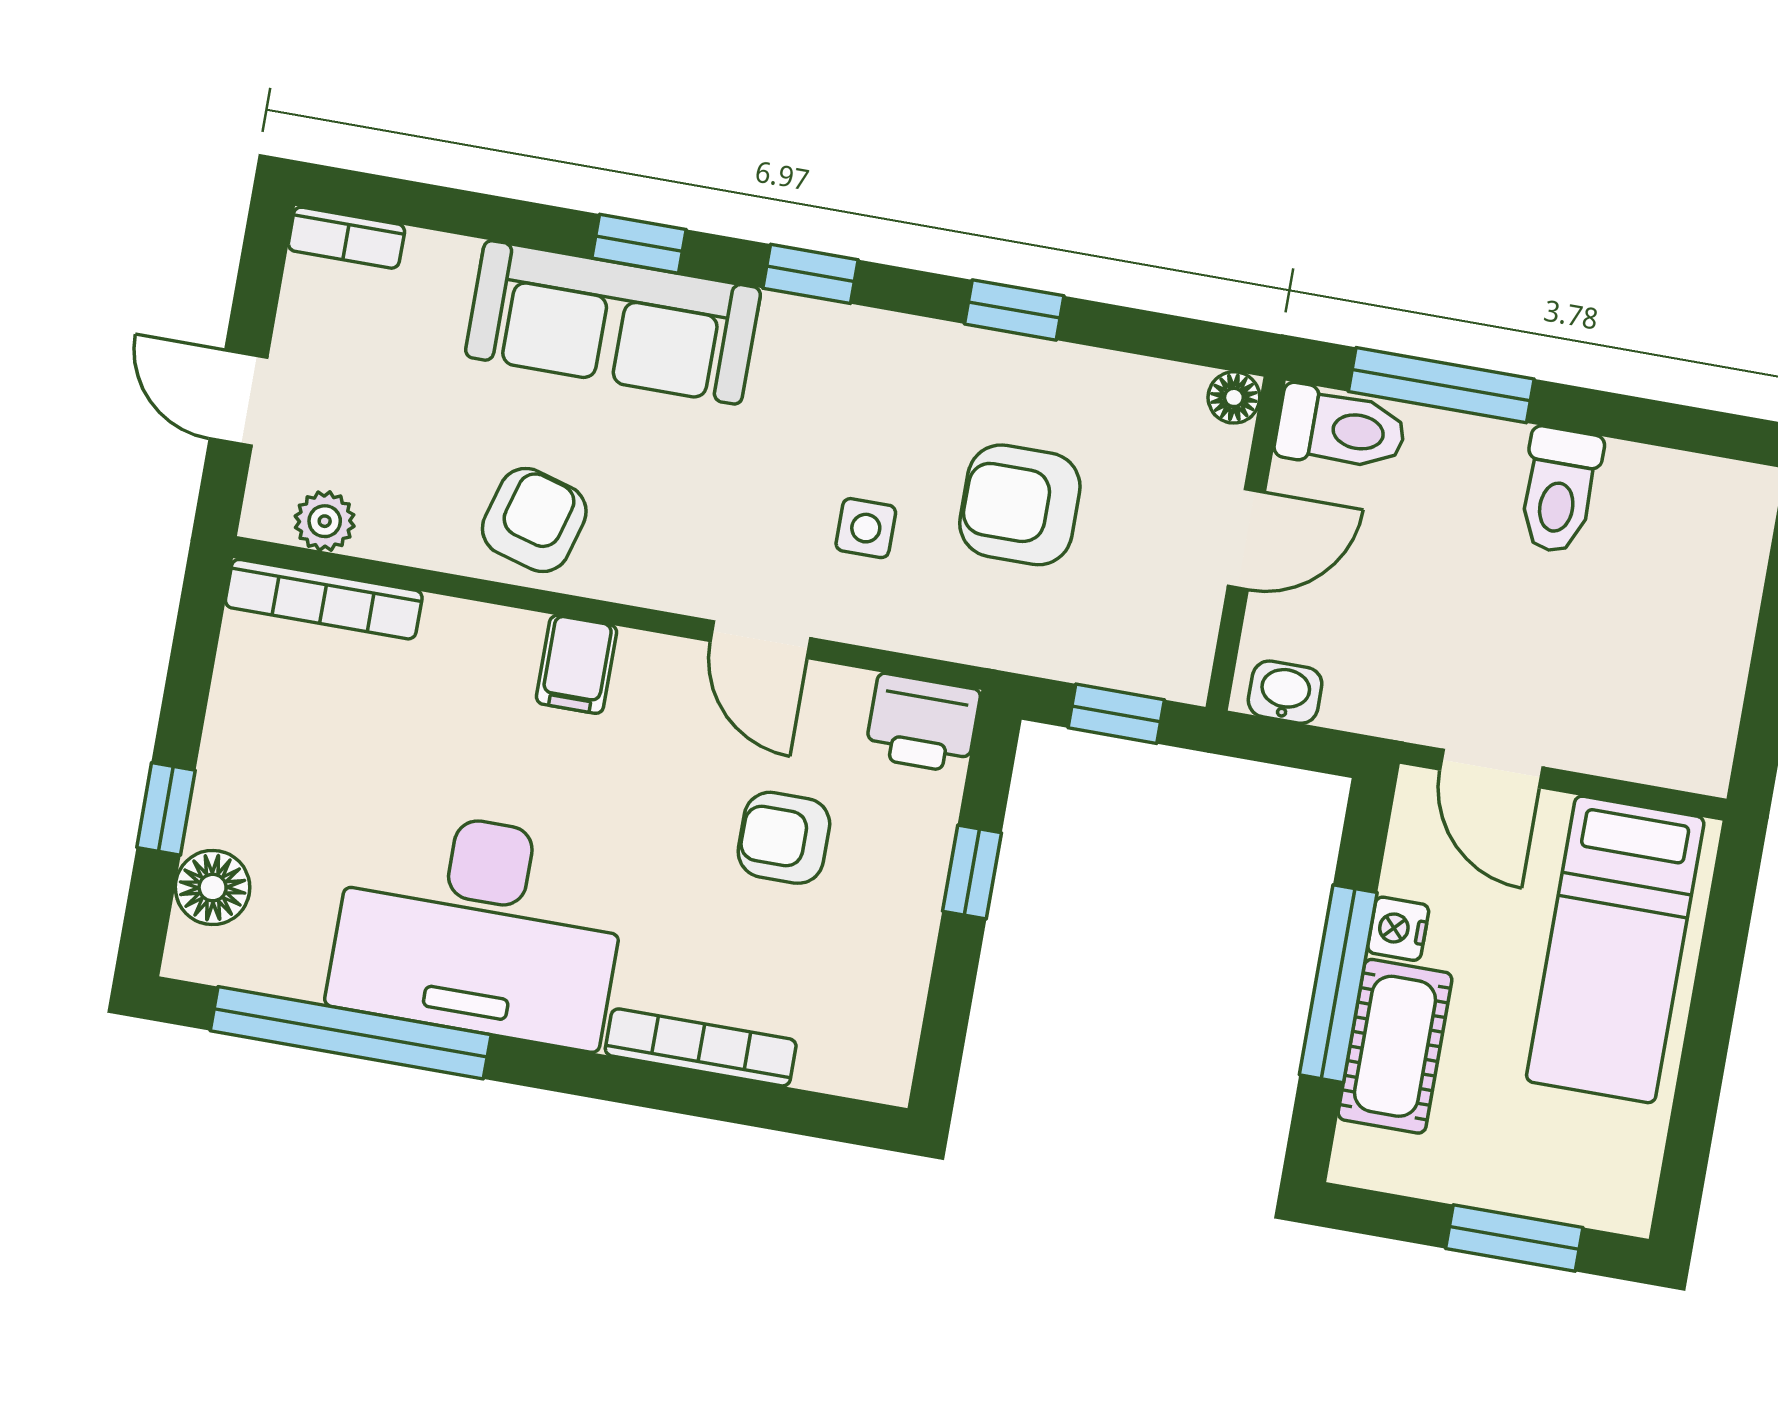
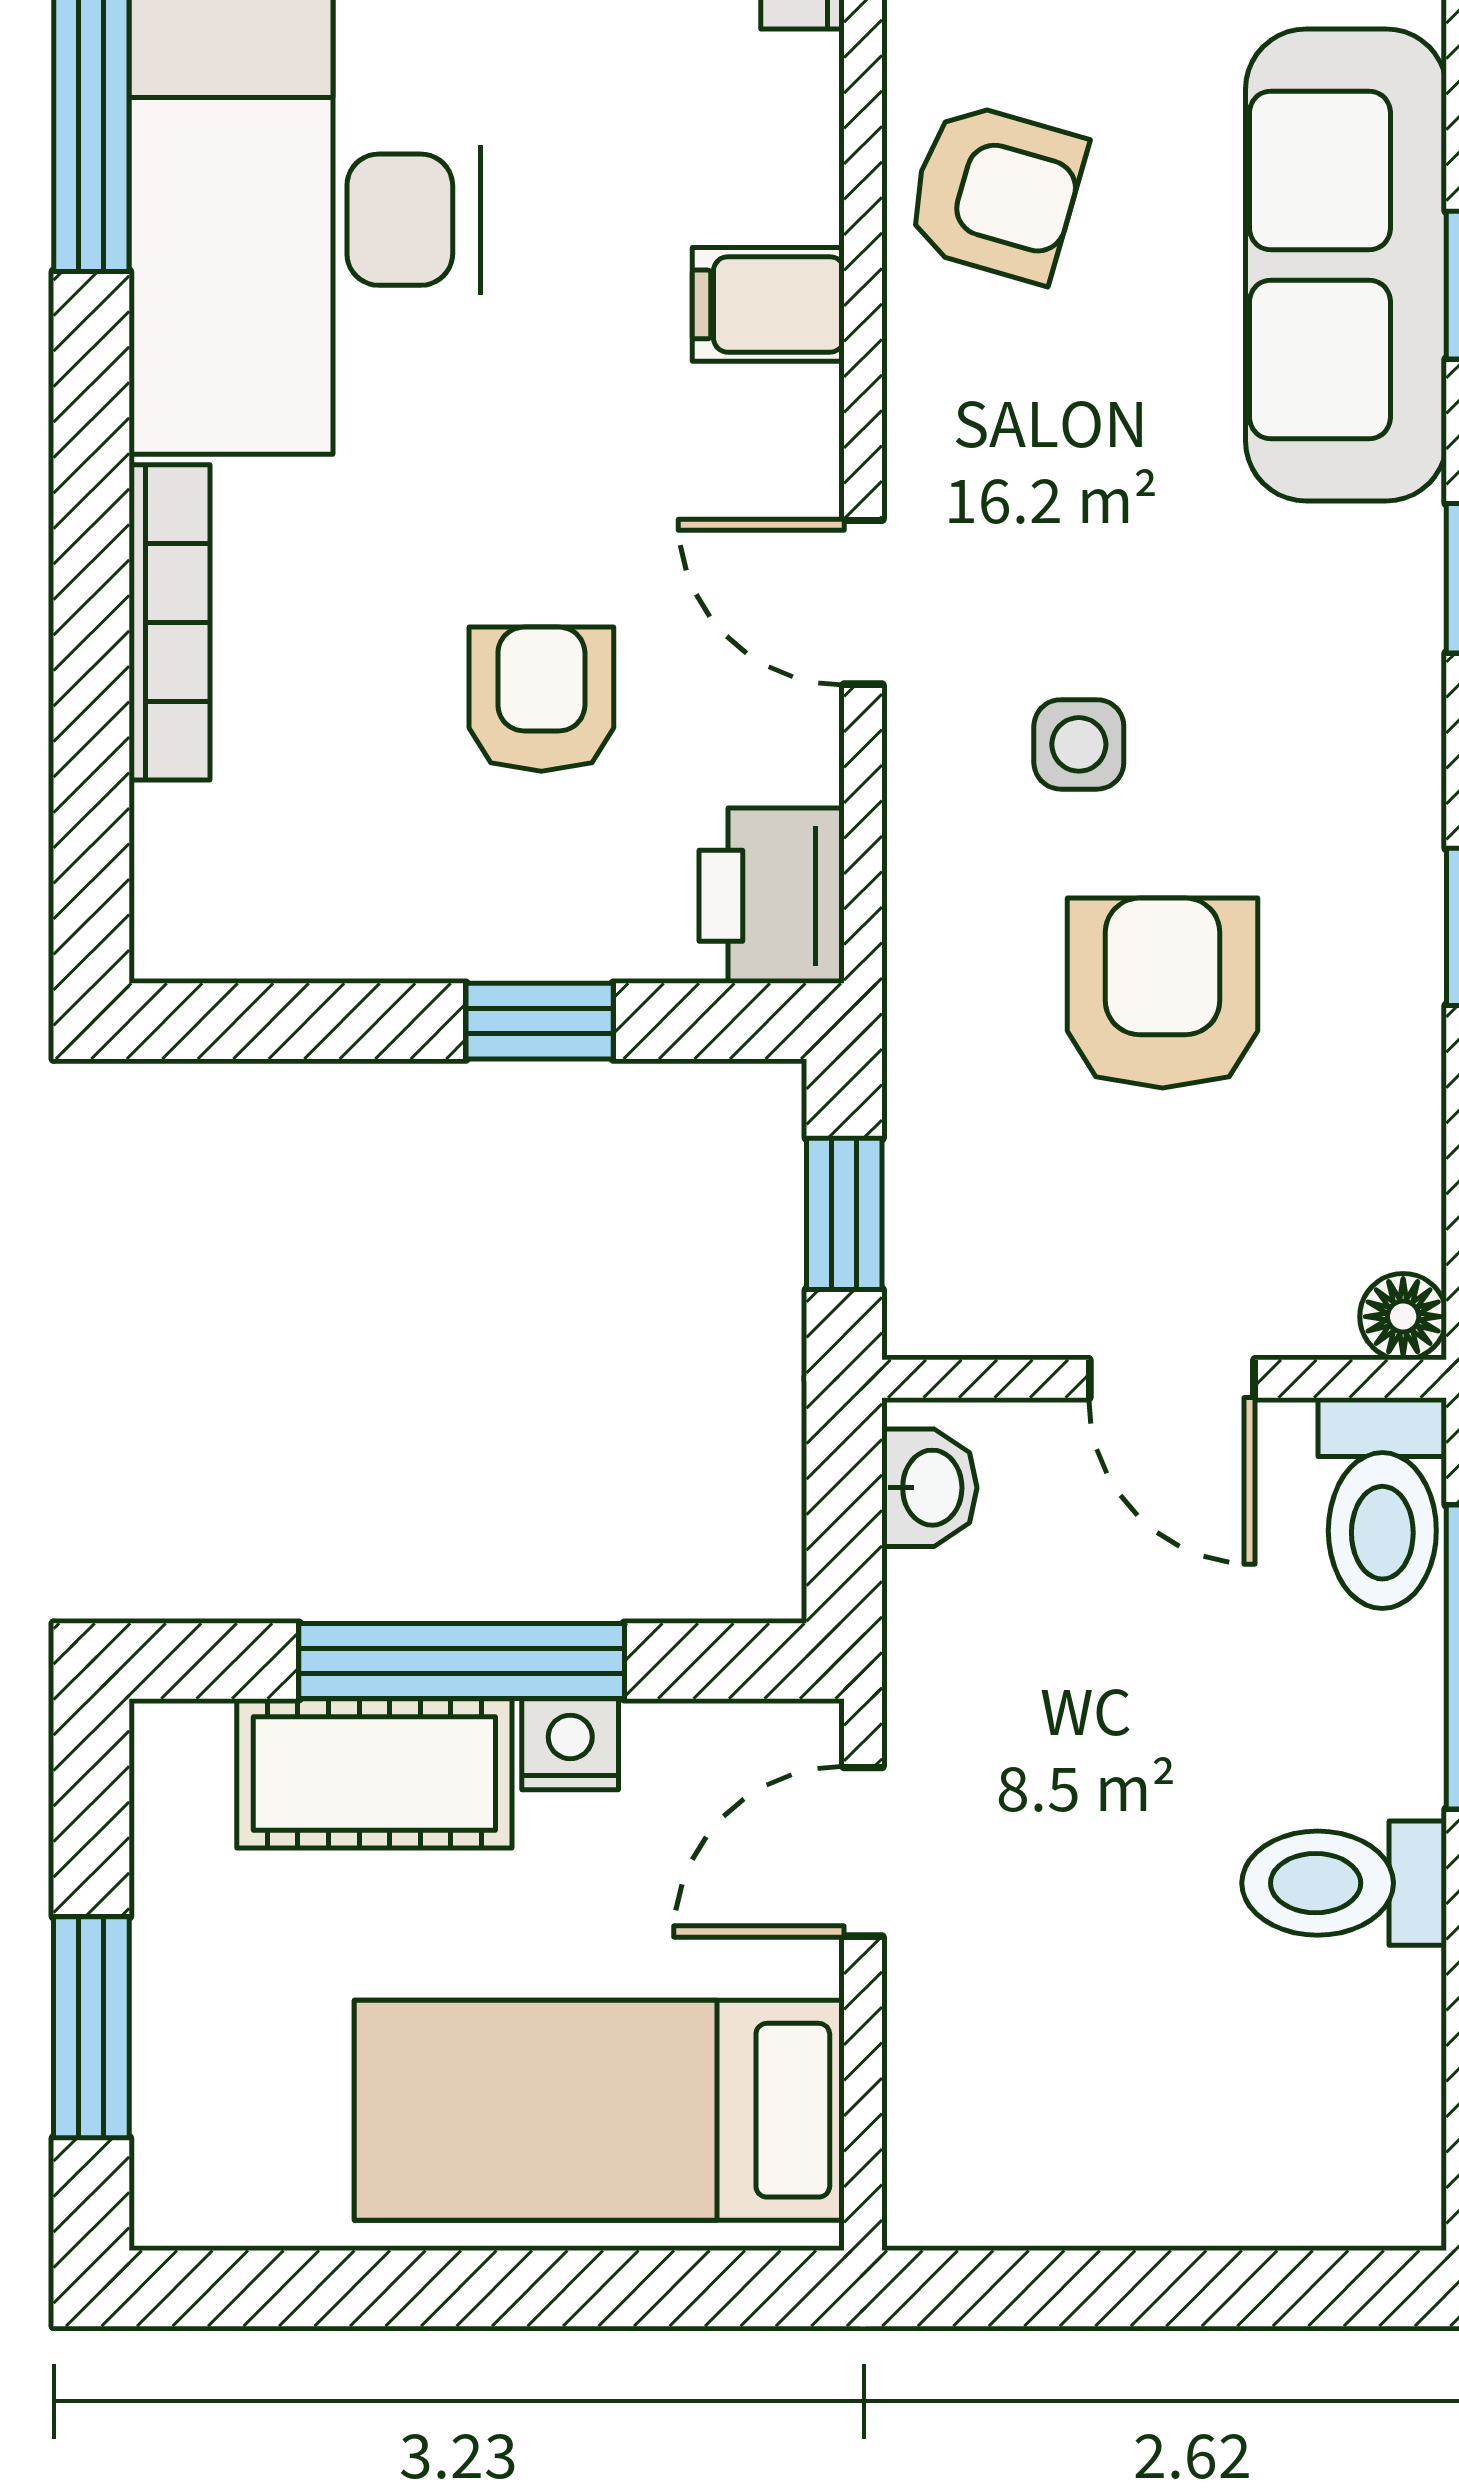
door: (760, 640) -> (863, 602), hinge flipped

